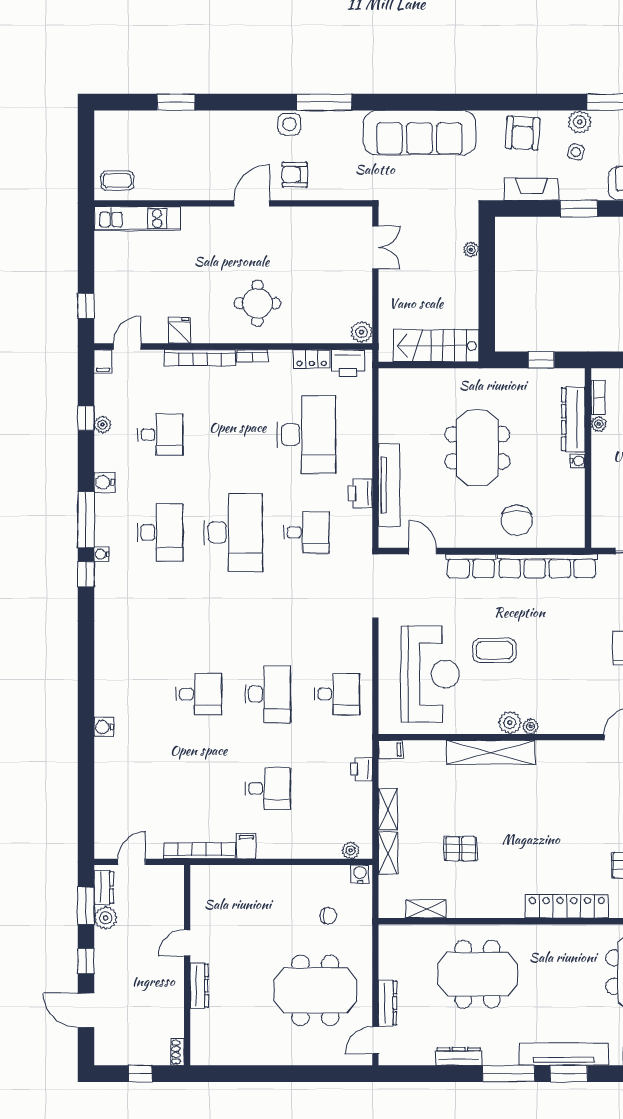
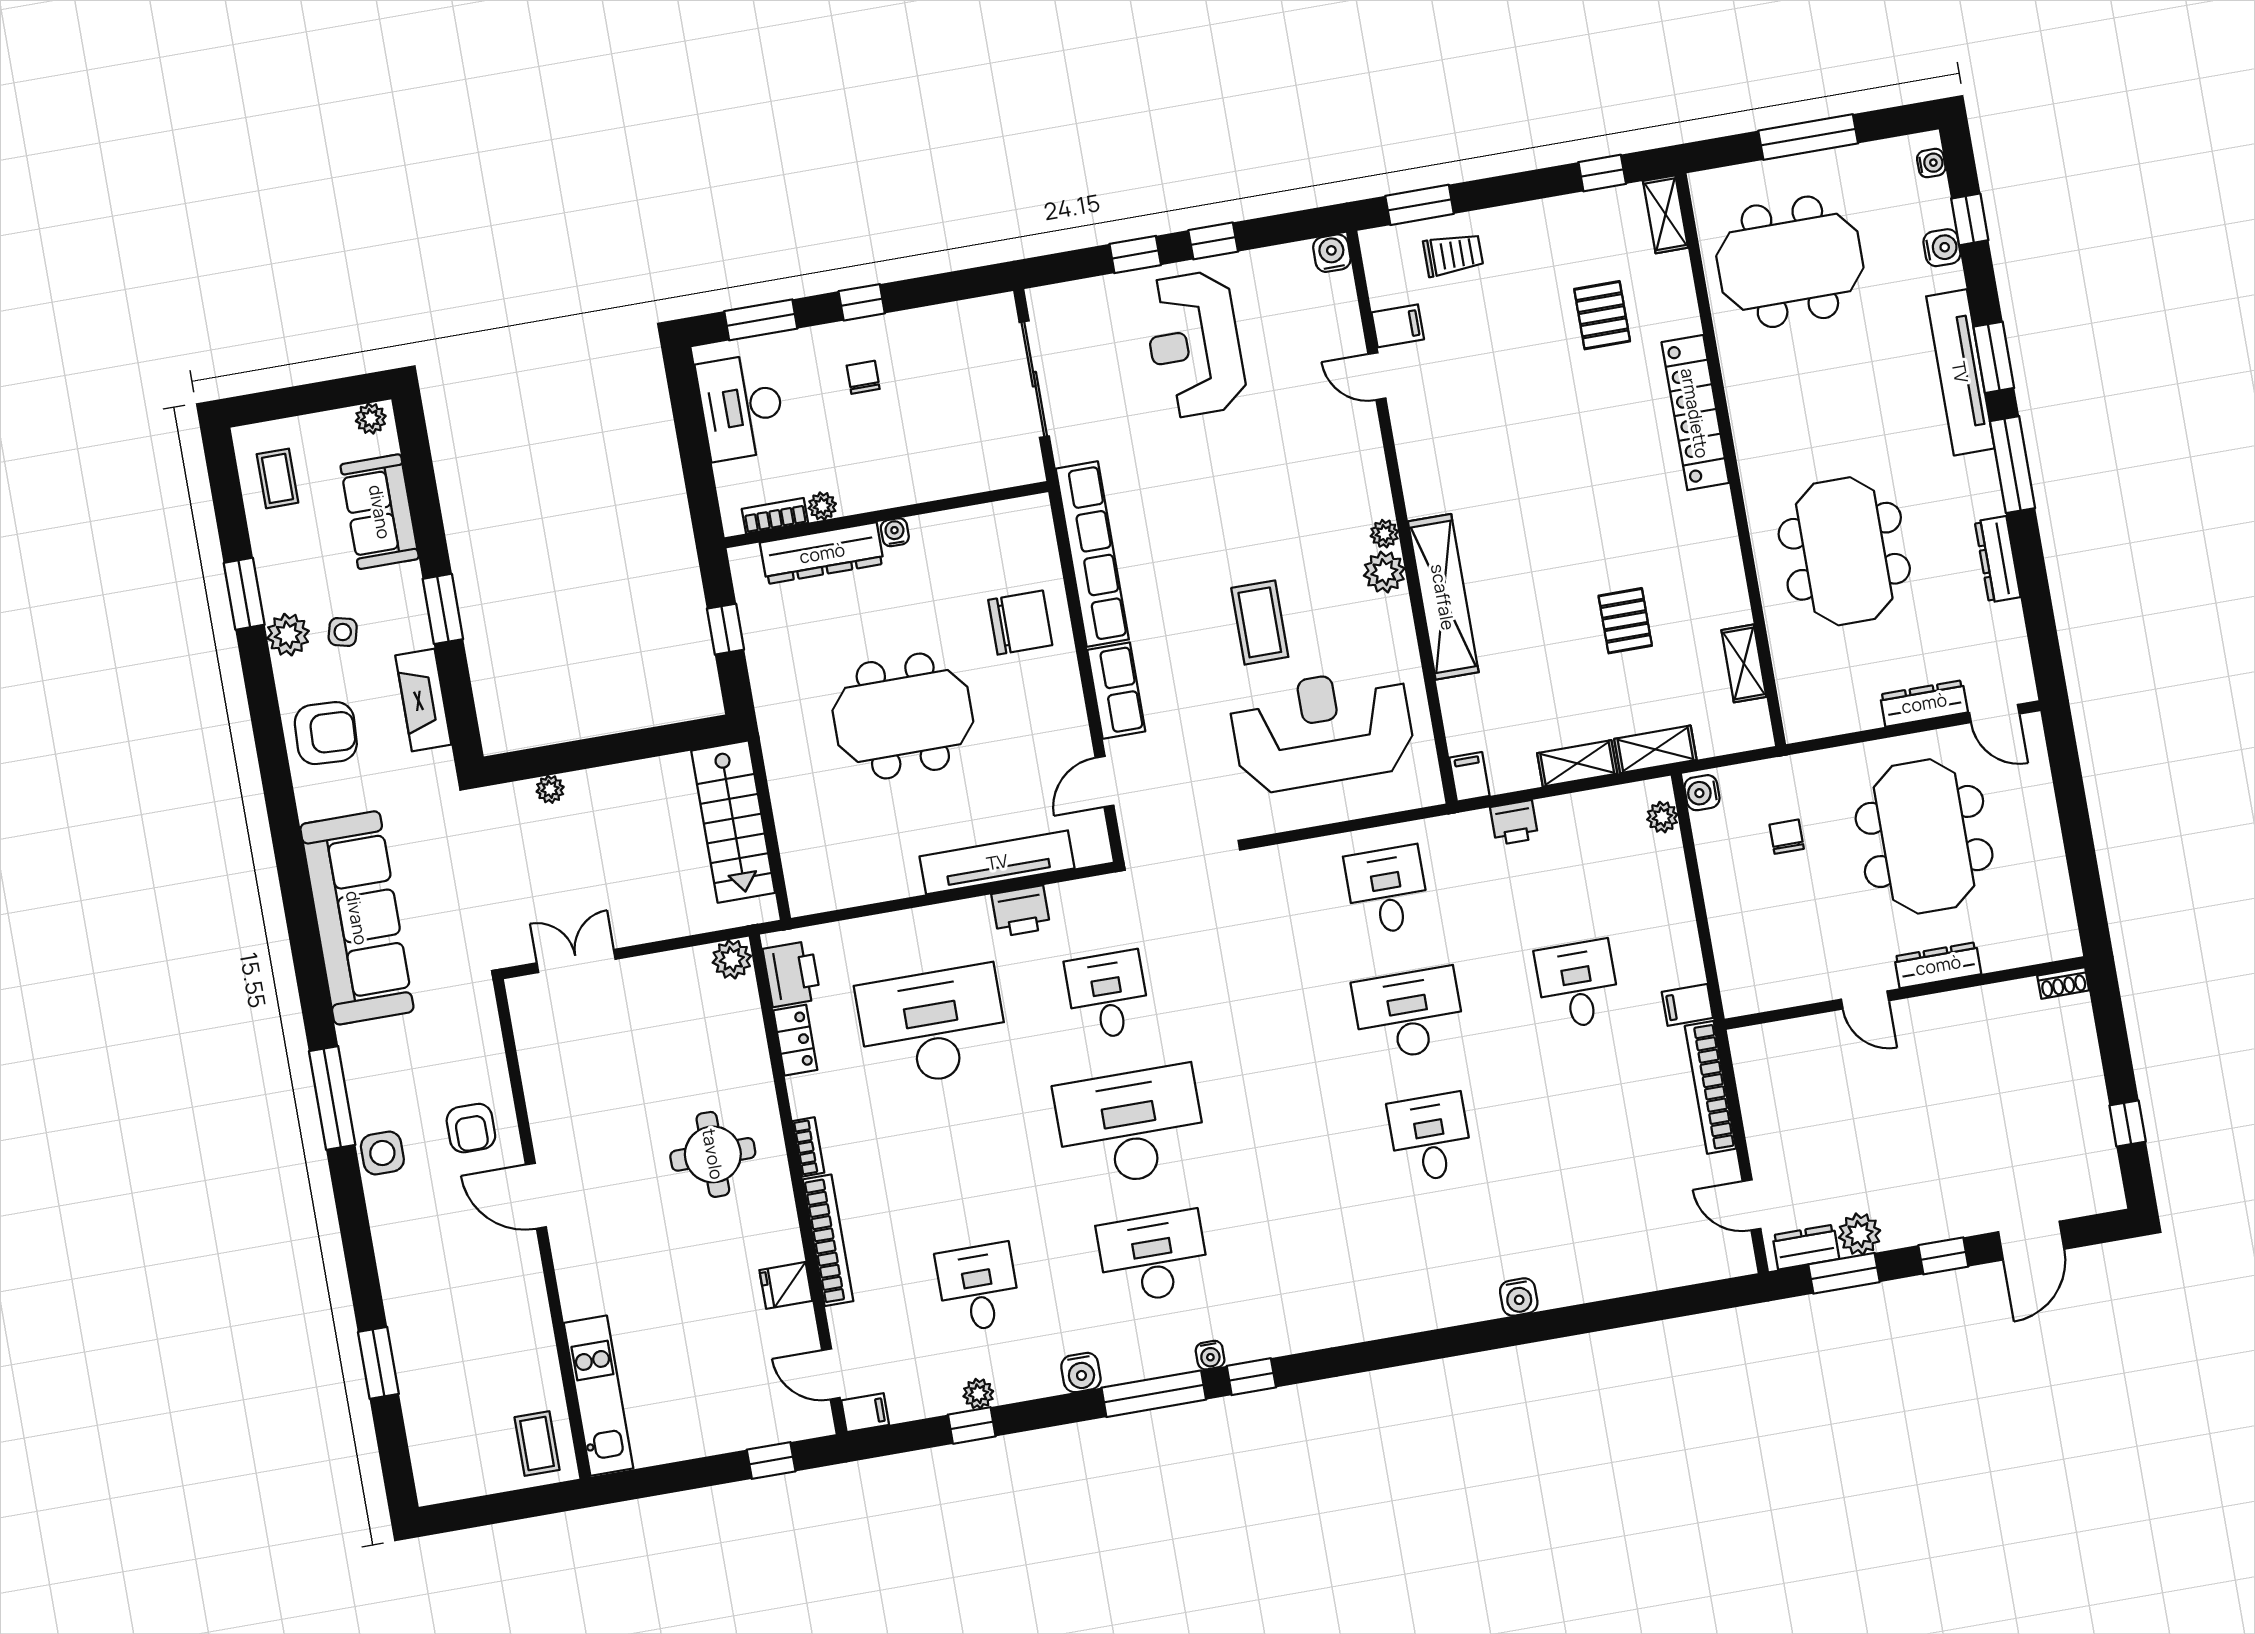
door: (187, 943) -> (1865, 1000), moved
wall: (187, 965) -> (1905, 993), moved
dresser: (199, 986) -> (1938, 965), moved
shoe rack: (178, 1052) -> (2063, 983), moved

